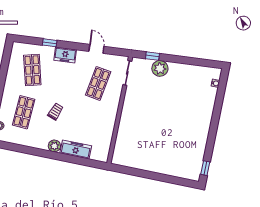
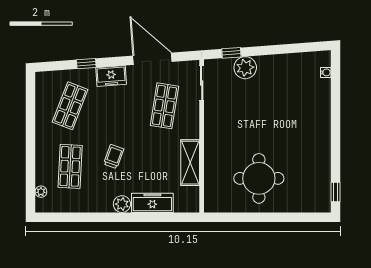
door: (96, 49) -> (152, 59), width x1.88
shop shelf: (32, 70) -> (70, 106), turned 36
shelving: (108, 127) -> (190, 163), added
round table: (154, 148) -> (259, 178), added

